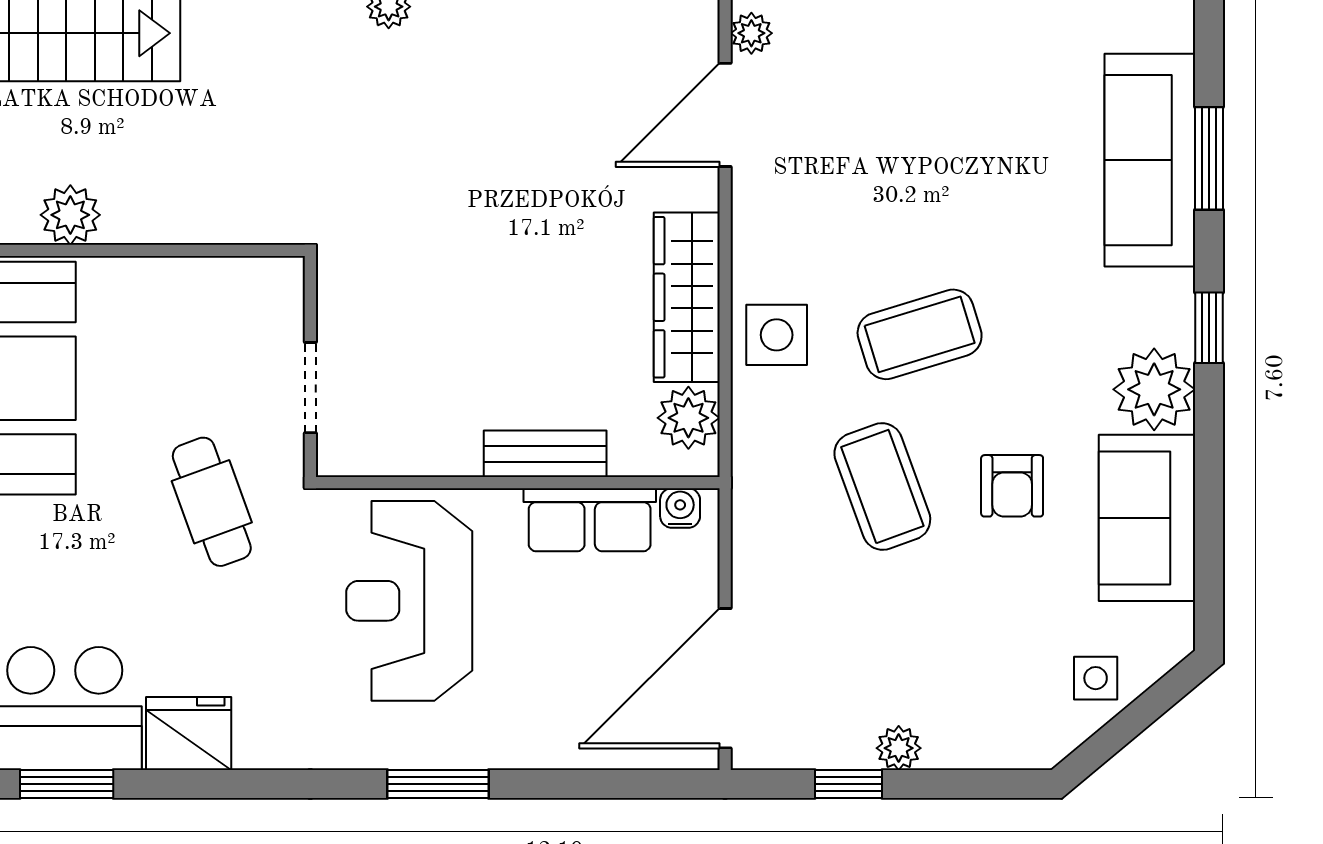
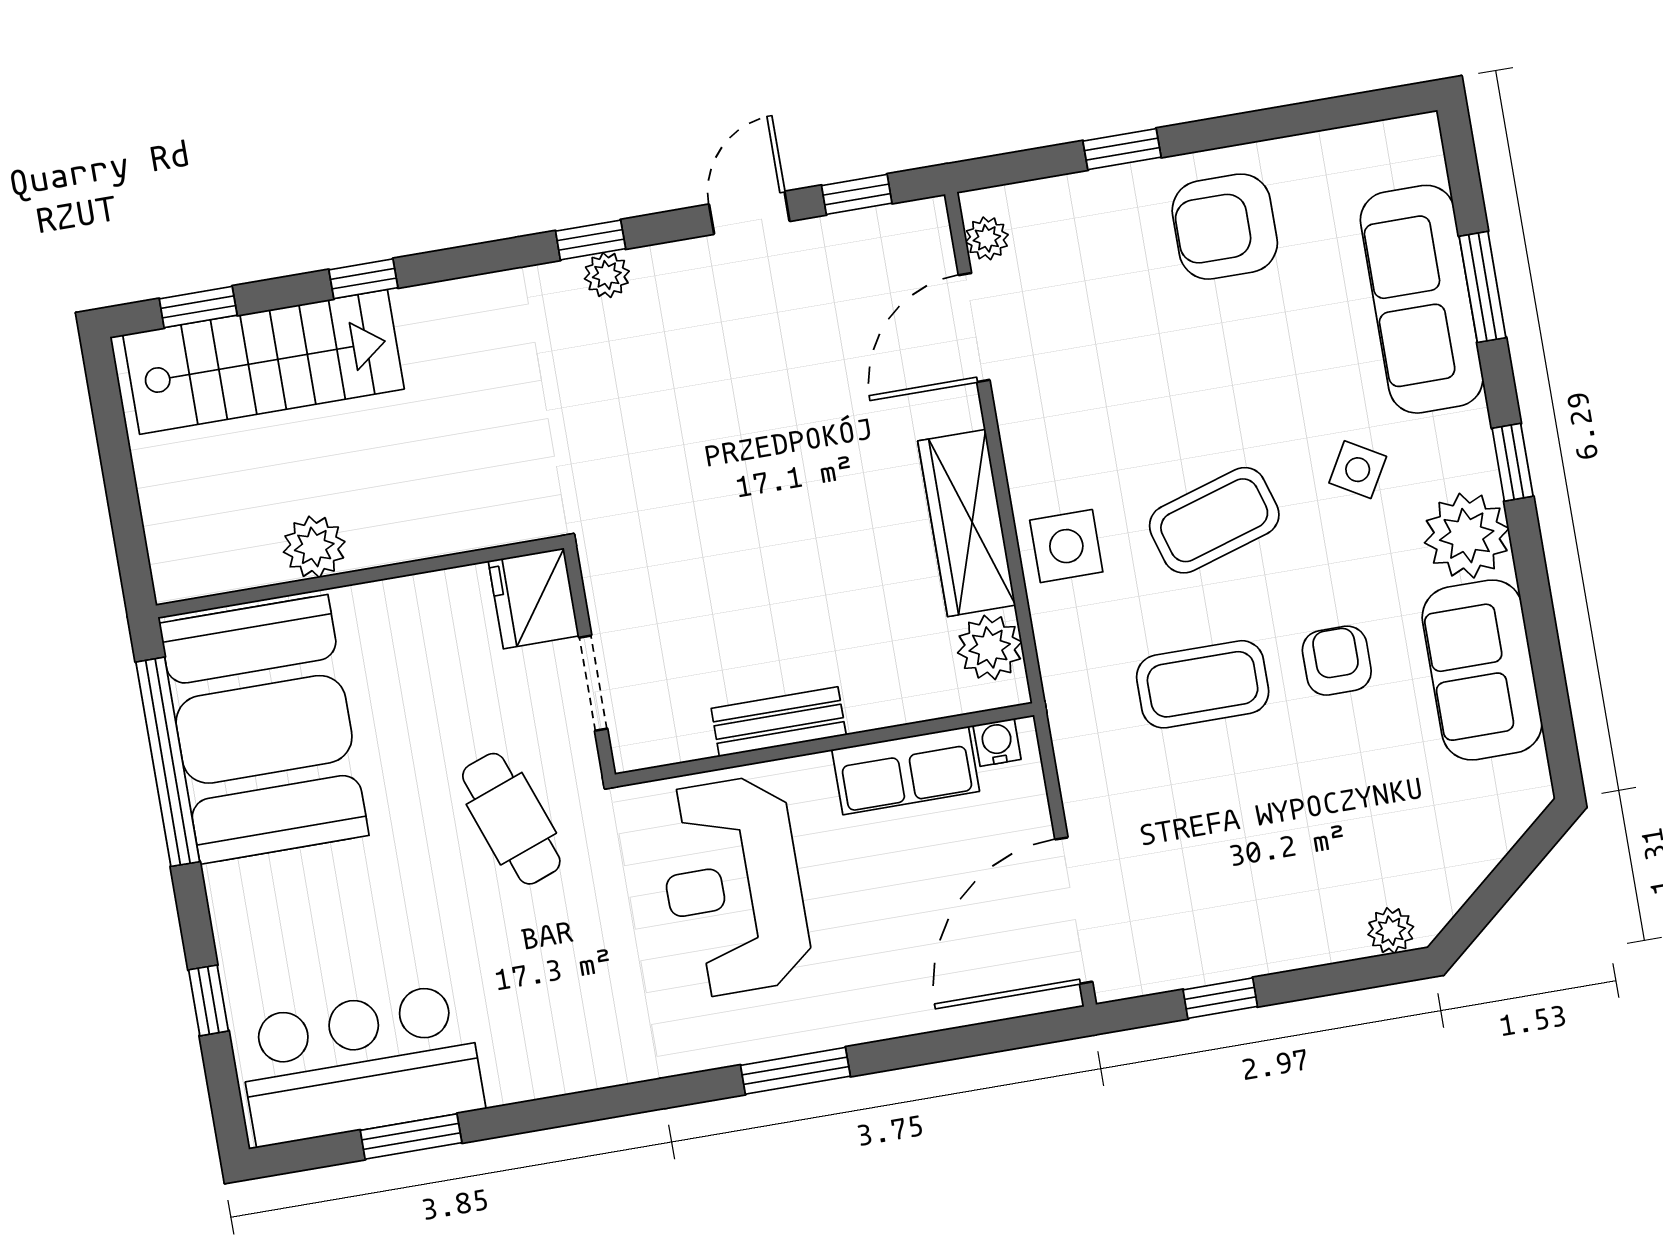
armchair: (977, 60) -> (1225, 227), added
bench: (545, 454) -> (779, 722), moved
armchair: (1012, 486) -> (1337, 661), turned 180
coffee table: (882, 487) -> (1203, 684), turned -70
side table: (1096, 678) -> (1358, 470), moved, turned 30
fridge: (189, 734) -> (534, 598), moved, turned -90
plant: (899, 748) -> (1391, 931), moved

